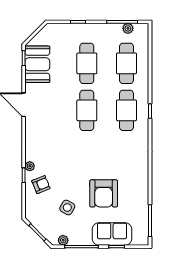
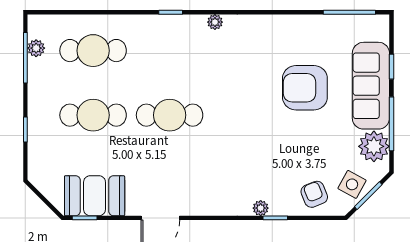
cafe table: (126, 110) -> (170, 51), removed
plant: (144, 138) -> (215, 22), added
armchair: (41, 185) -> (314, 194), moved
armchair: (104, 193) -> (305, 88), turned 180
side table: (67, 208) -> (352, 184), moved
sofa: (112, 234) -> (371, 86), width x1.36
plant: (63, 240) -> (374, 146), width x1.87, depth x1.87

